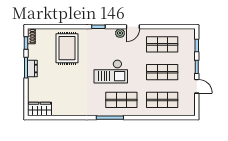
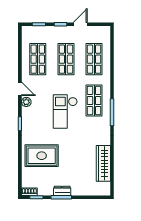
checkout: (111, 71) -> (65, 111), turned 180
wardrobe: (40, 109) -> (103, 163), moved, width x1.50

